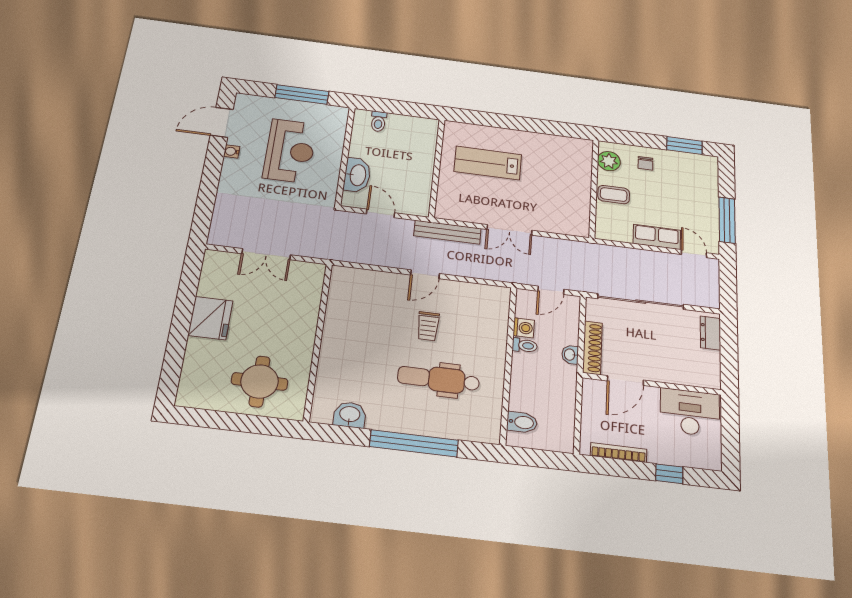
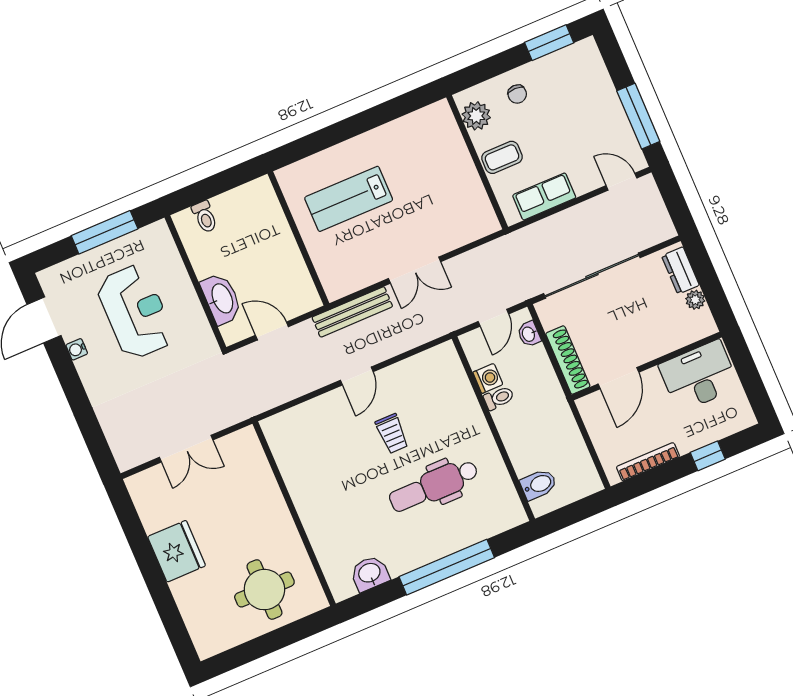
row of seats: (657, 237) -> (544, 196), moved
washbasin: (570, 355) -> (529, 334), moved
plant: (712, 358) -> (695, 300), added

